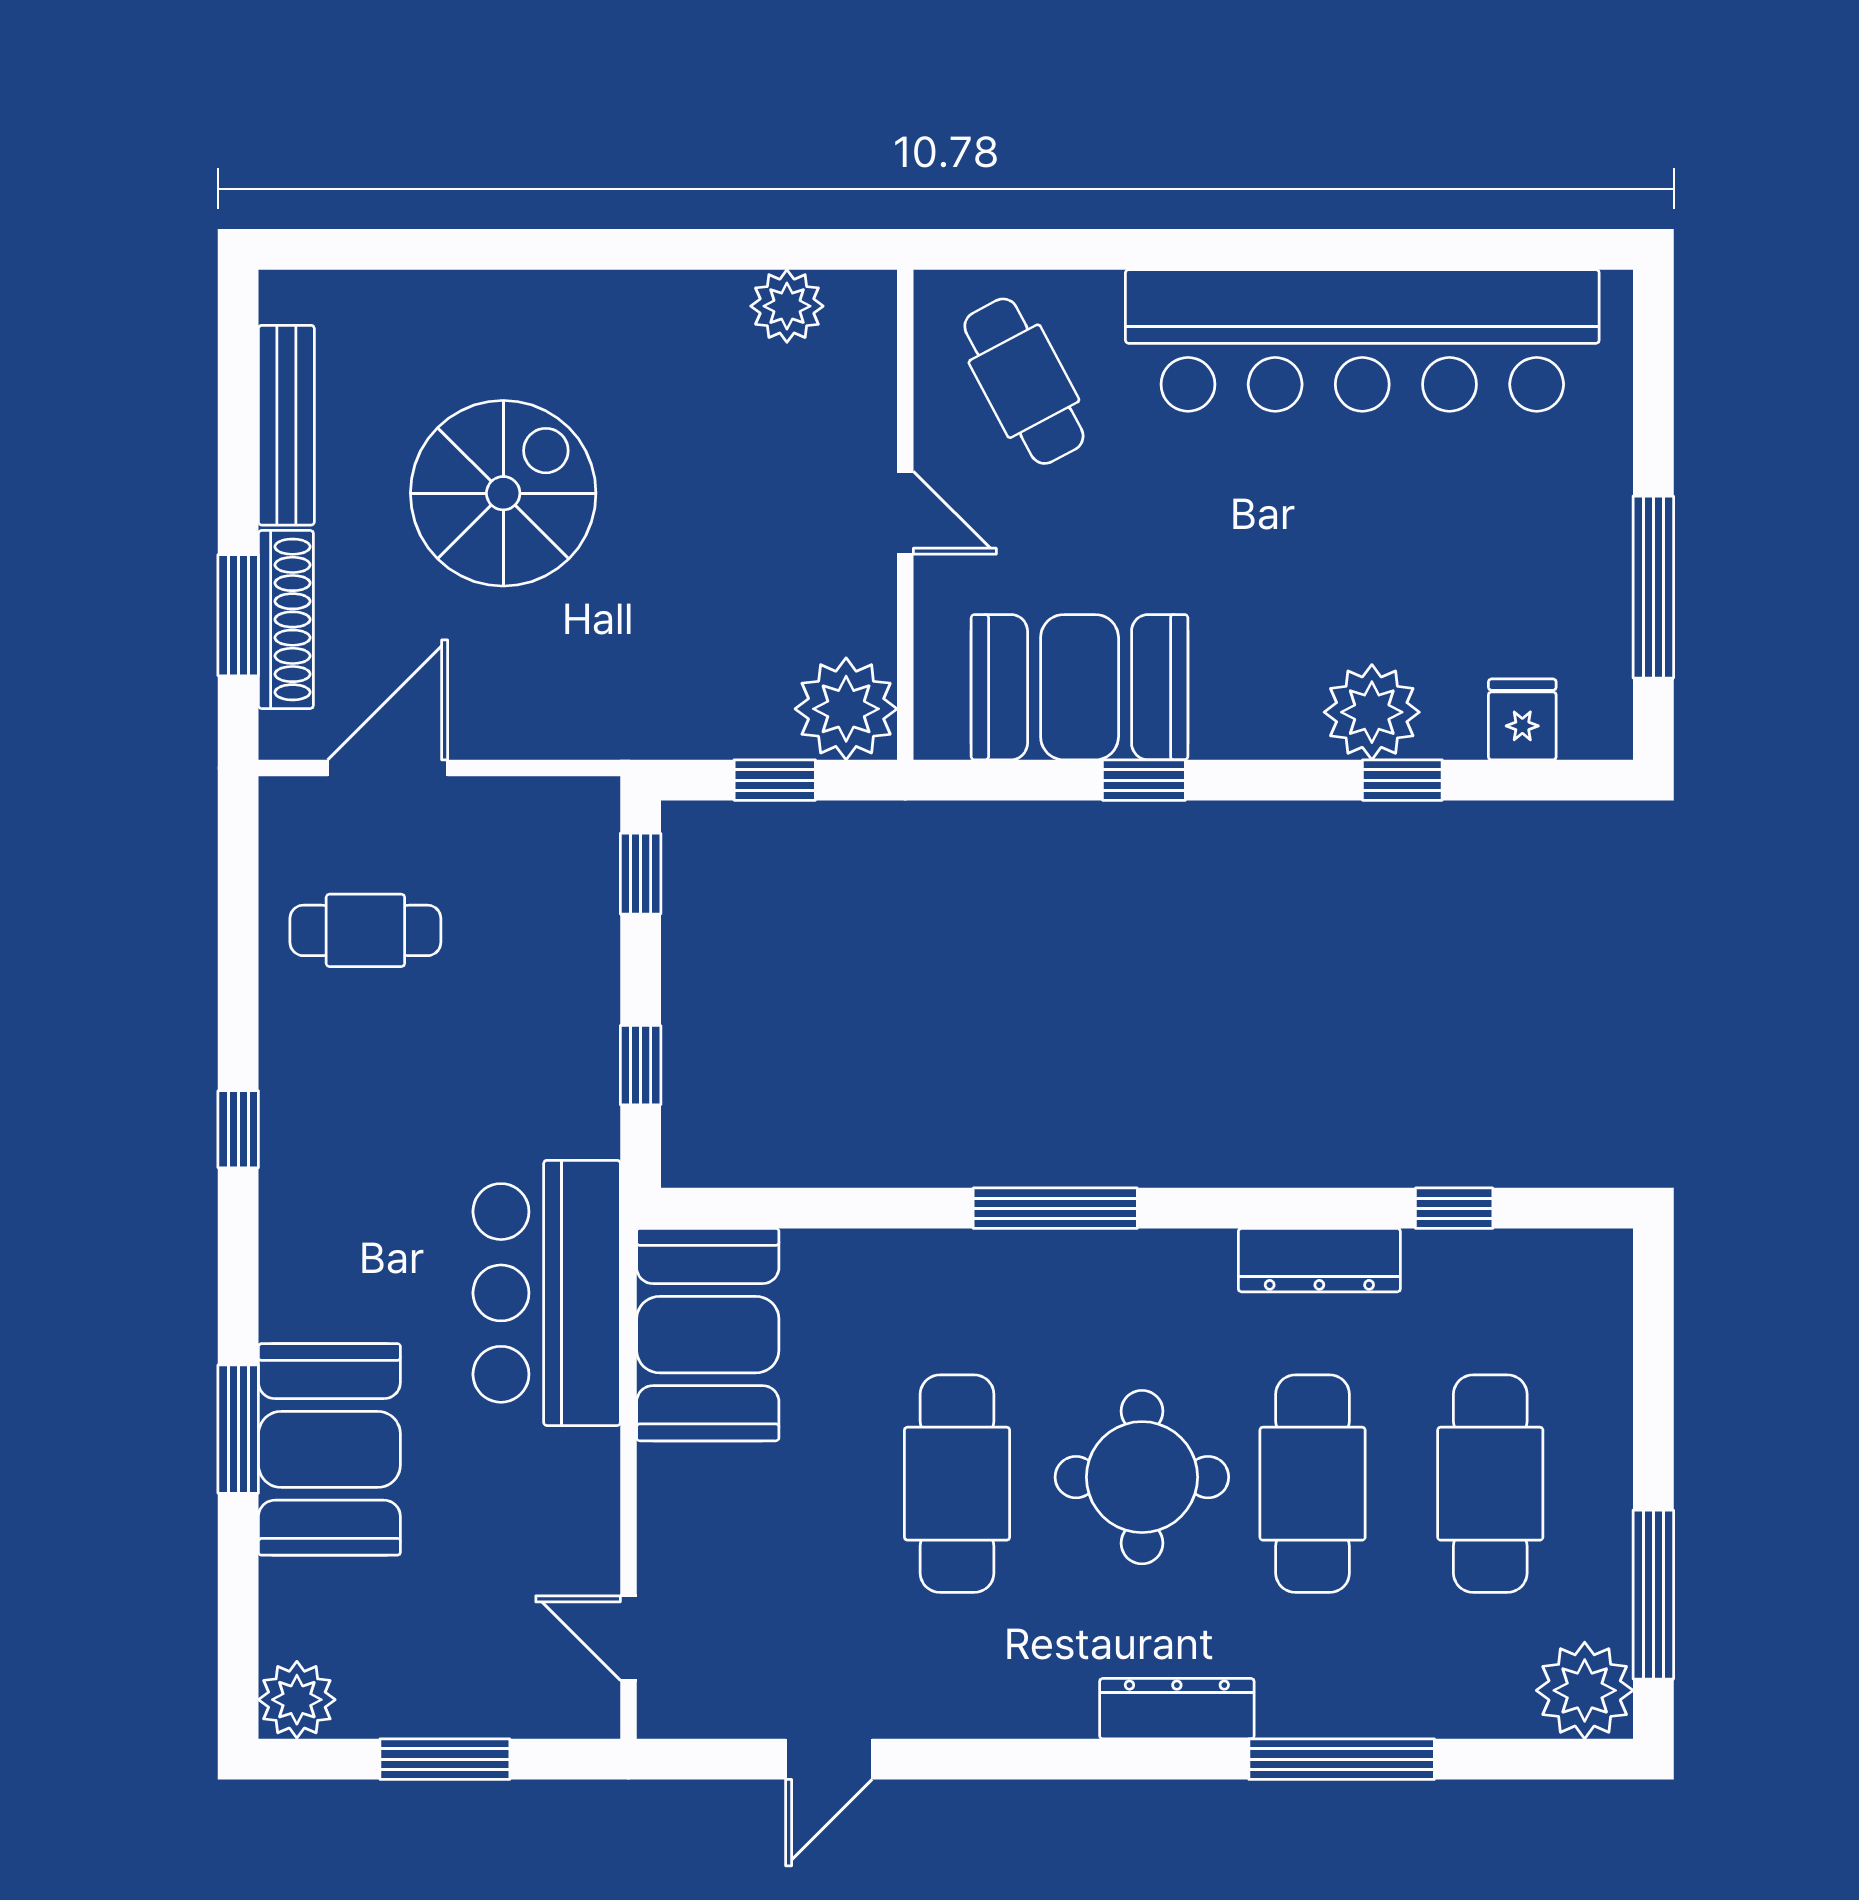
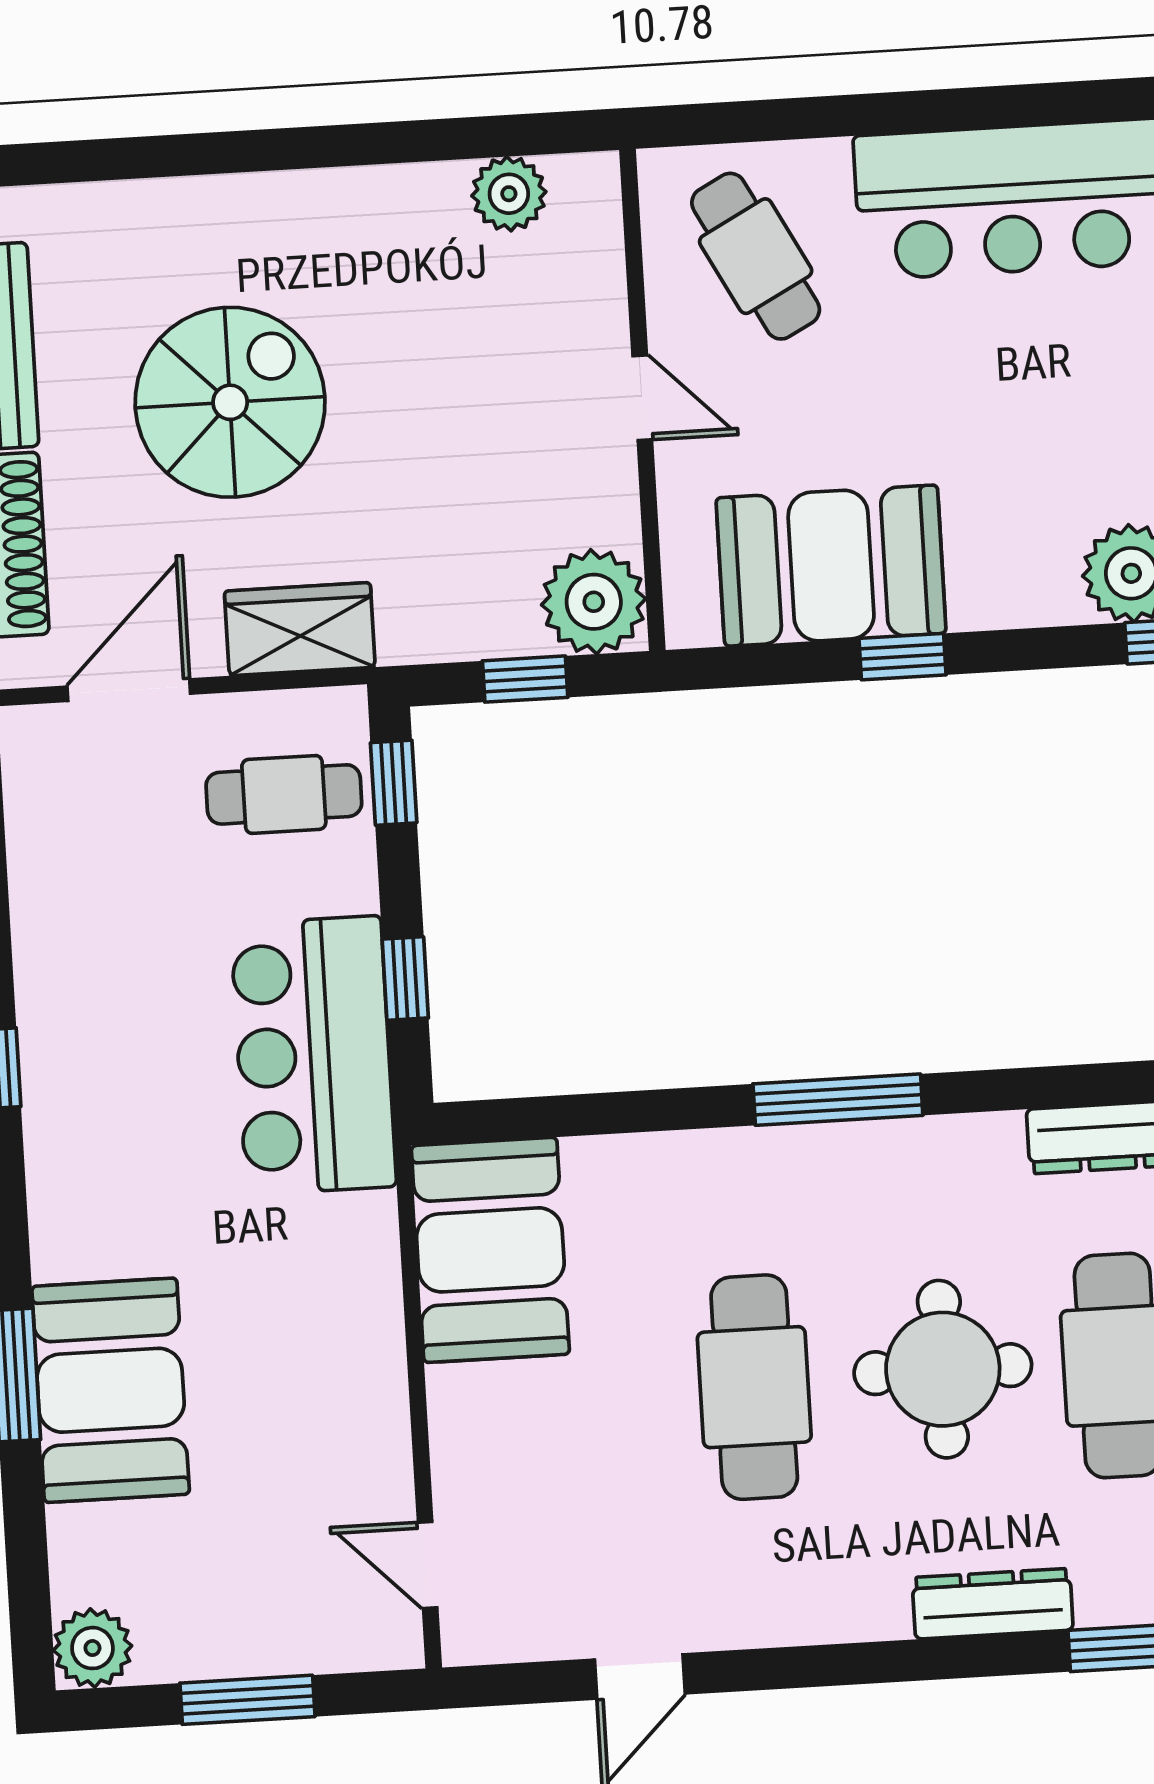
wardrobe: (558, 718) -> (300, 629), added
cafe table: (365, 930) -> (284, 794), moved
bar counter: (547, 1293) -> (313, 1055), moved

